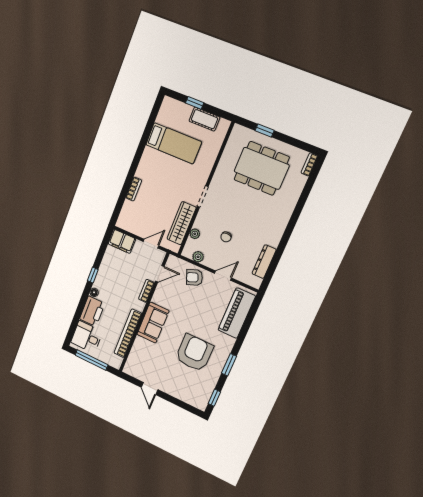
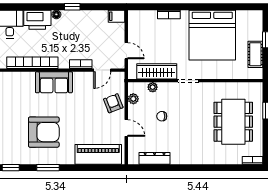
bed: (174, 143) -> (212, 35), width x2.04
filing cabinet: (122, 241) -> (116, 16), width x0.50
door: (160, 274) -> (102, 70), hinge flipped

